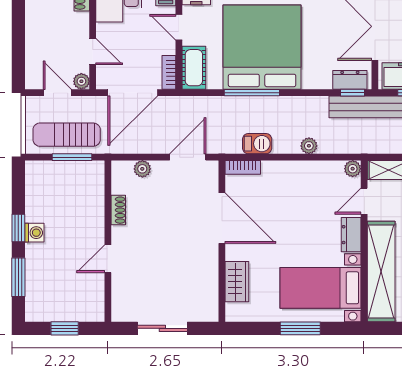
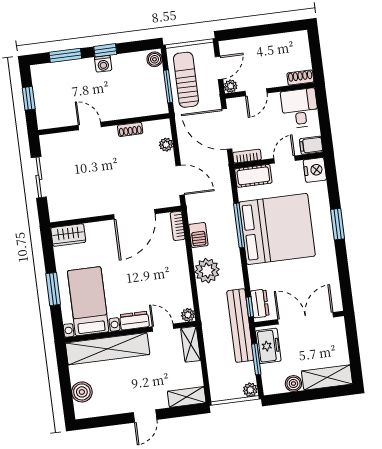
plant: (309, 146) -> (207, 271), width x1.87, depth x1.87
boiler: (37, 170) -> (155, 59), added
wardrobe: (237, 282) -> (68, 235), moved

